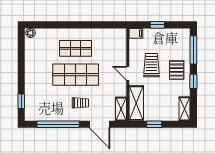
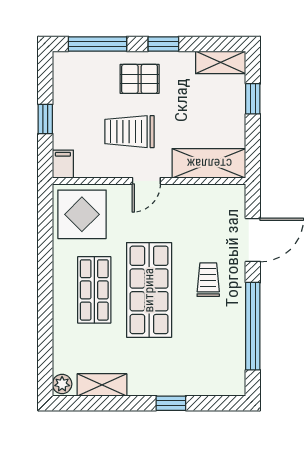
display table: (112, 42) -> (82, 214), added
window: (21, 101) -> (171, 403), moved
shelving: (121, 109) -> (102, 385), moved
window: (154, 124) -> (253, 99), moved

